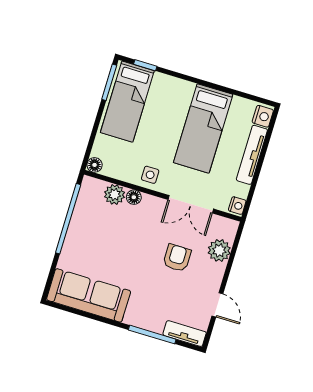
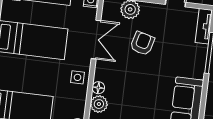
armchair: (177, 258) -> (142, 43), turned 105

